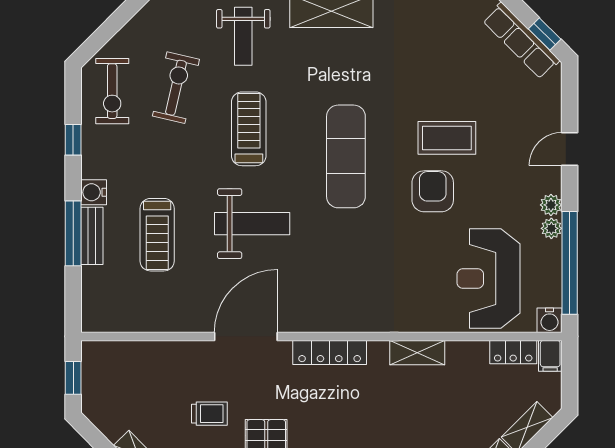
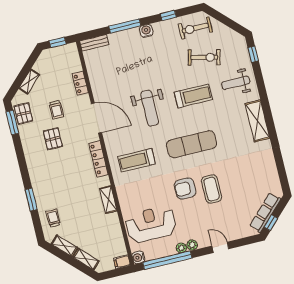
armchair: (433, 191) -> (185, 189), turned 180
treadmill: (157, 235) -> (137, 160), moved
bench: (92, 236) -> (94, 43), moved
locker: (513, 352) -> (80, 83), moved

